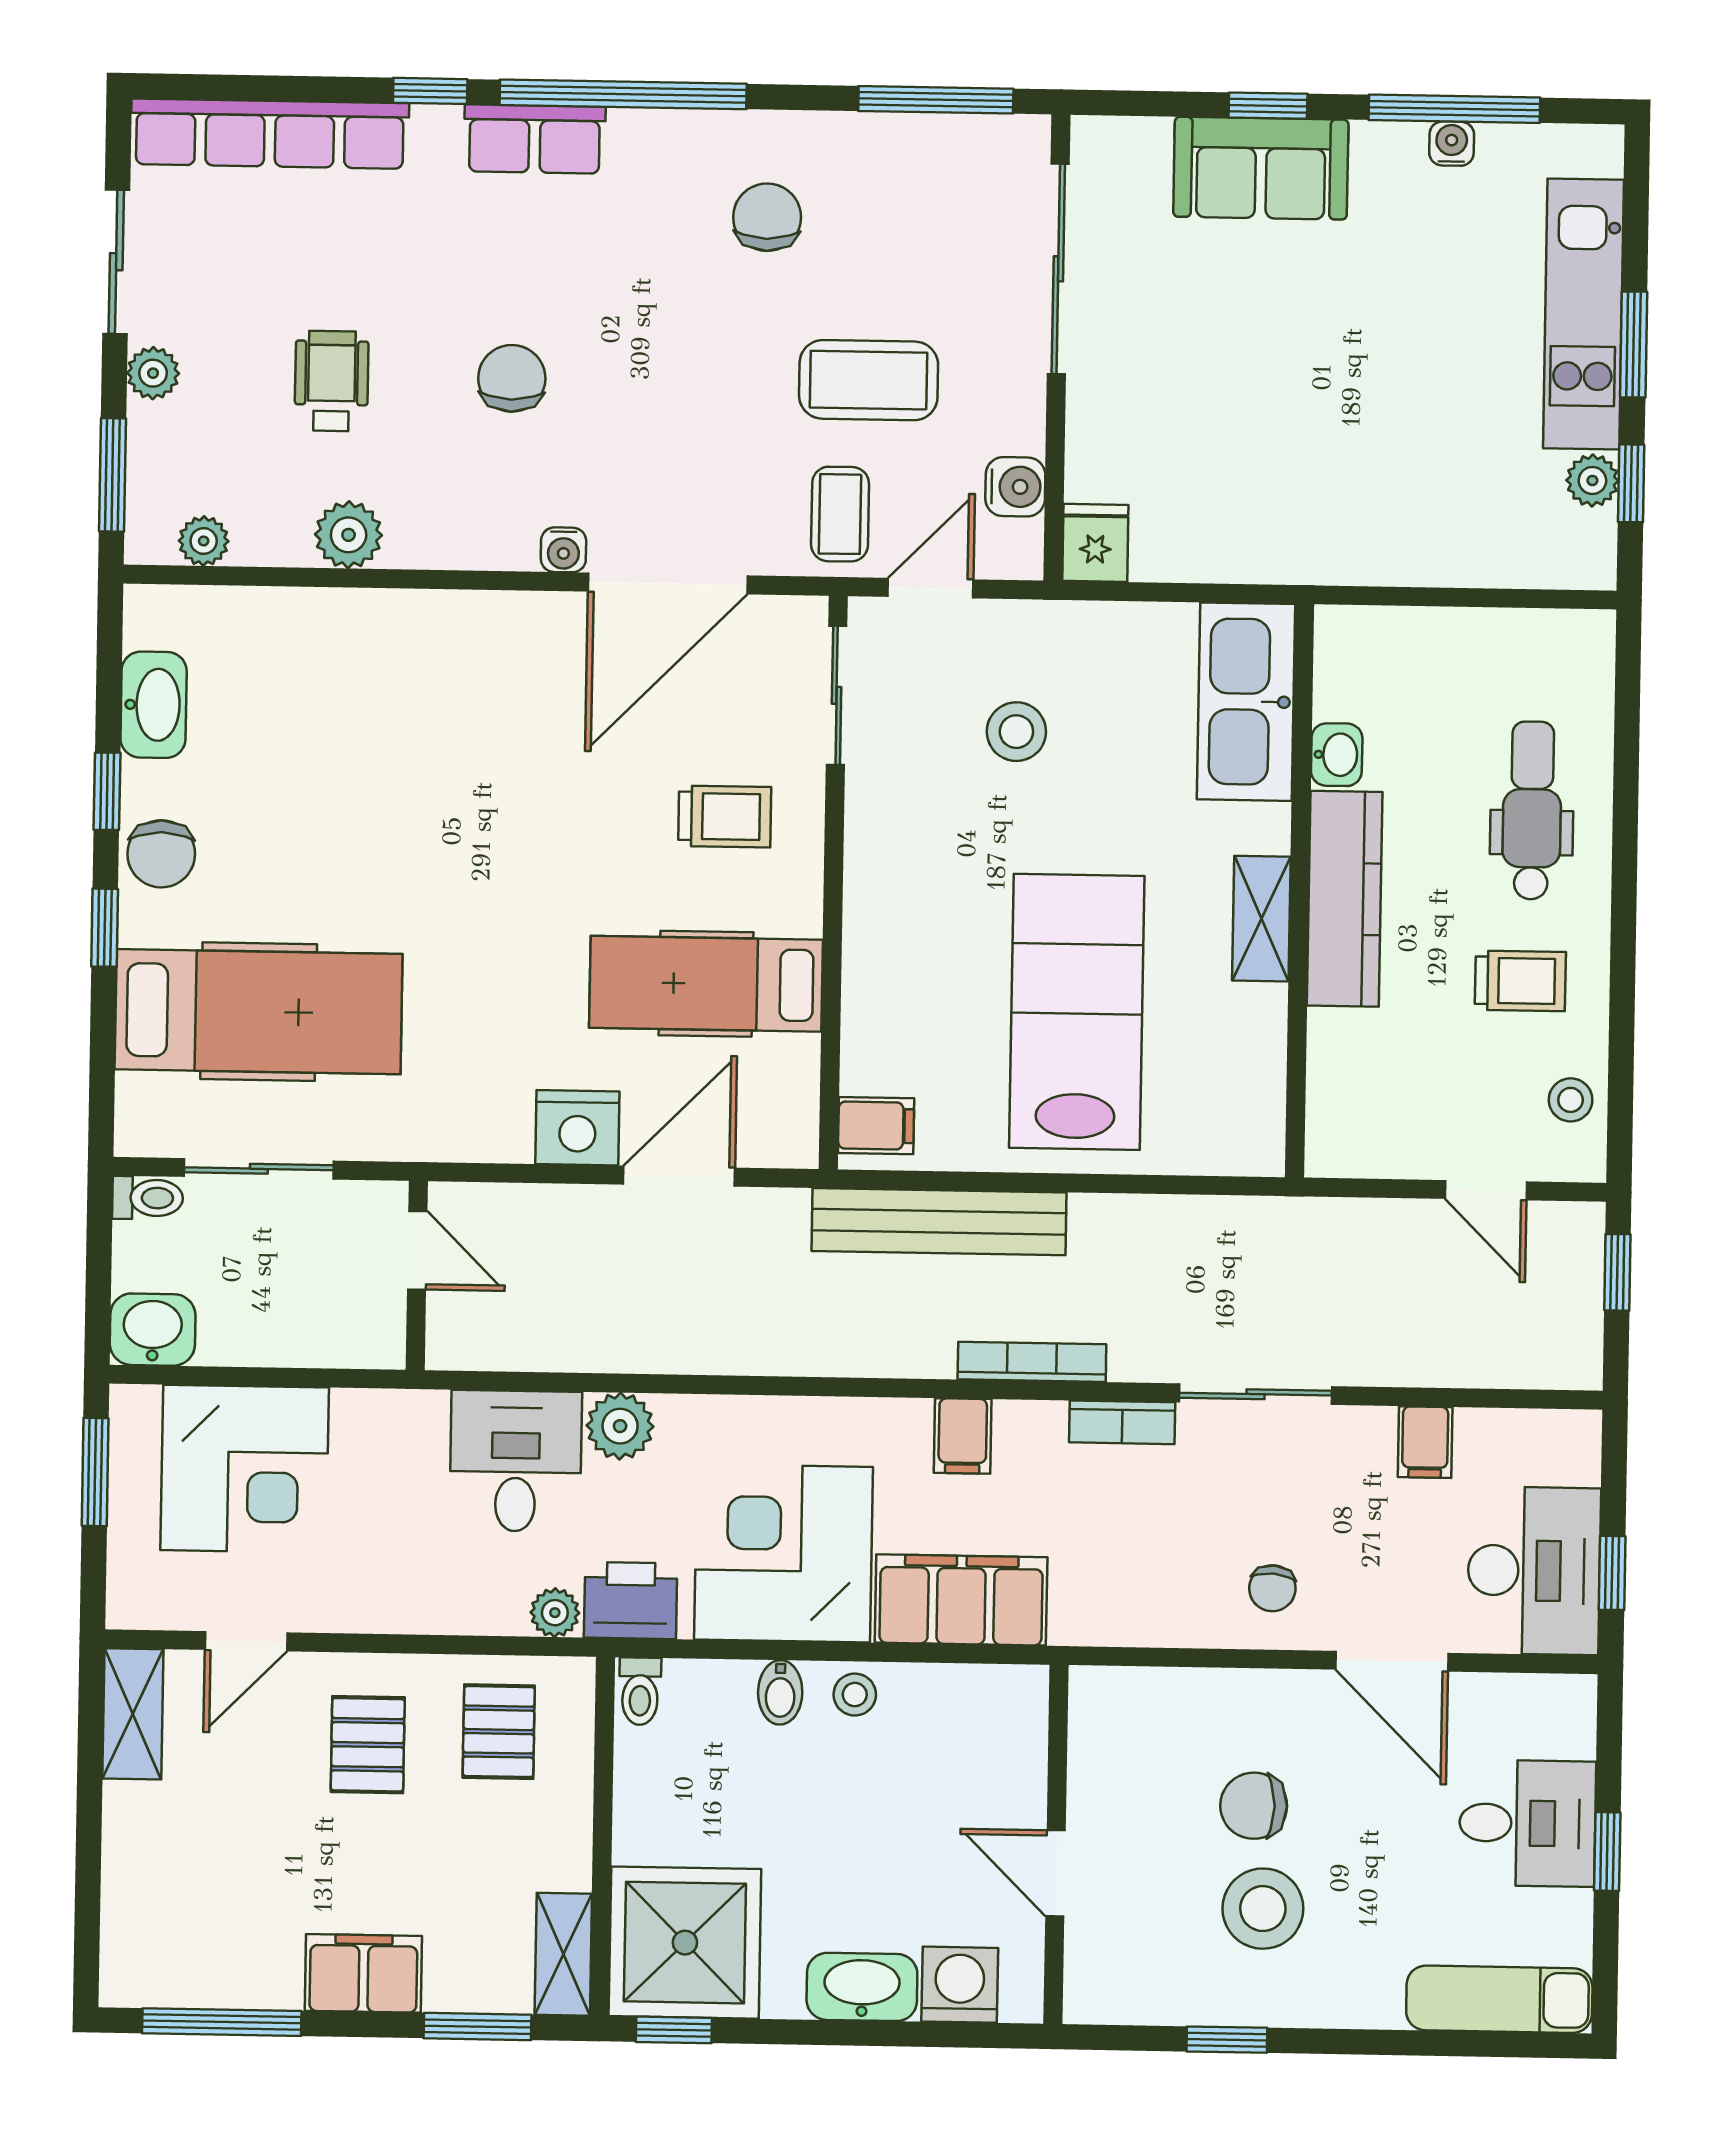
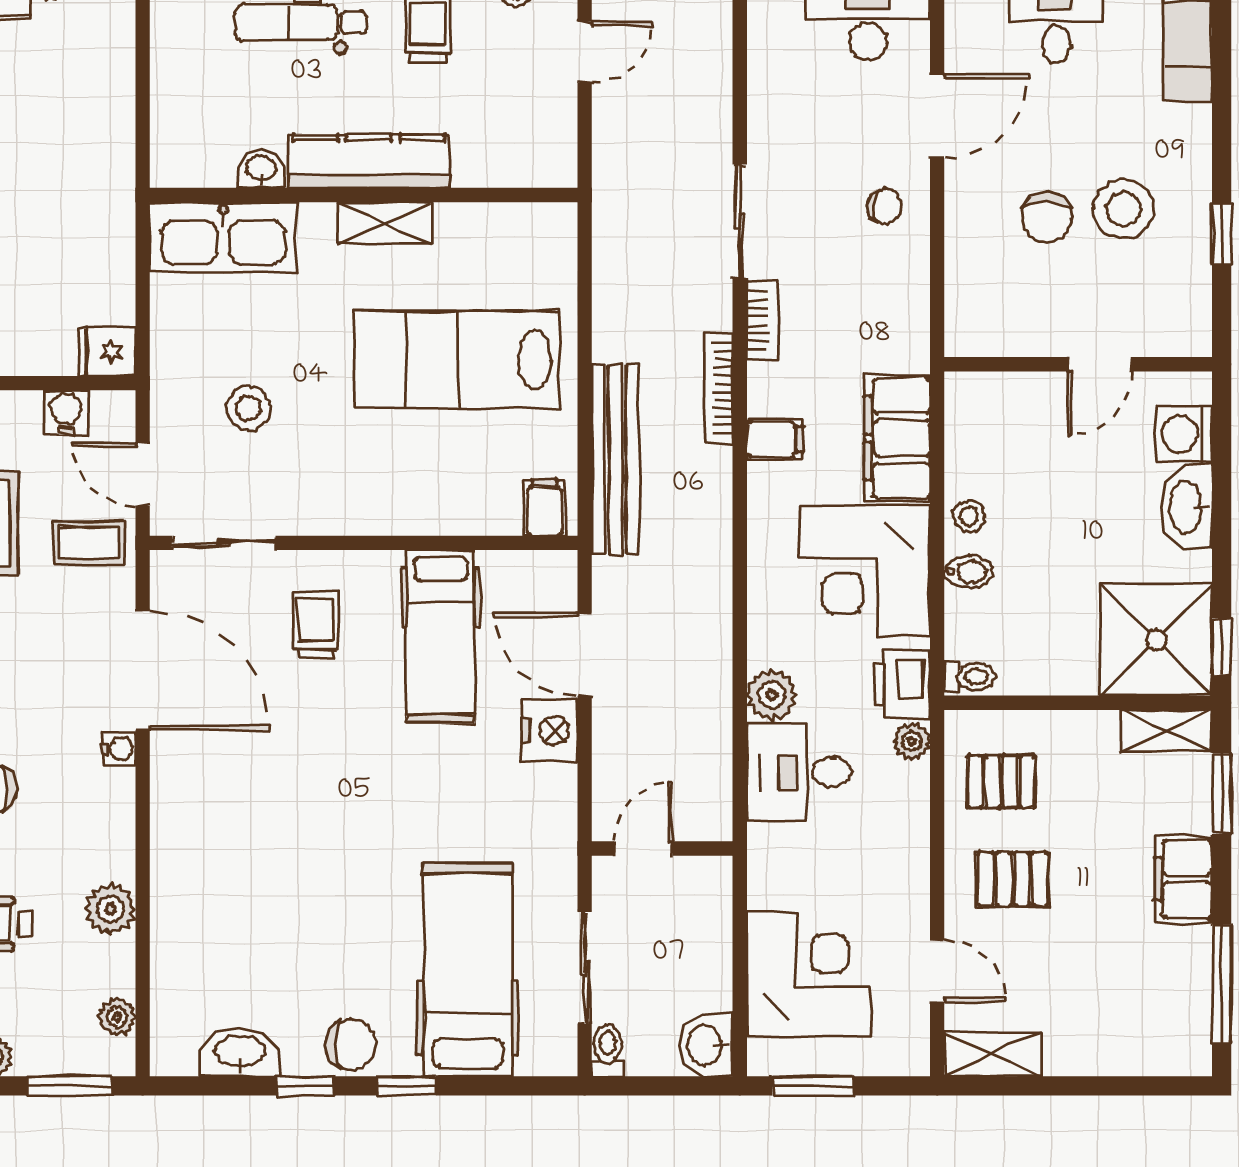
filing cabinet: (1425, 1442) -> (773, 94), removed

